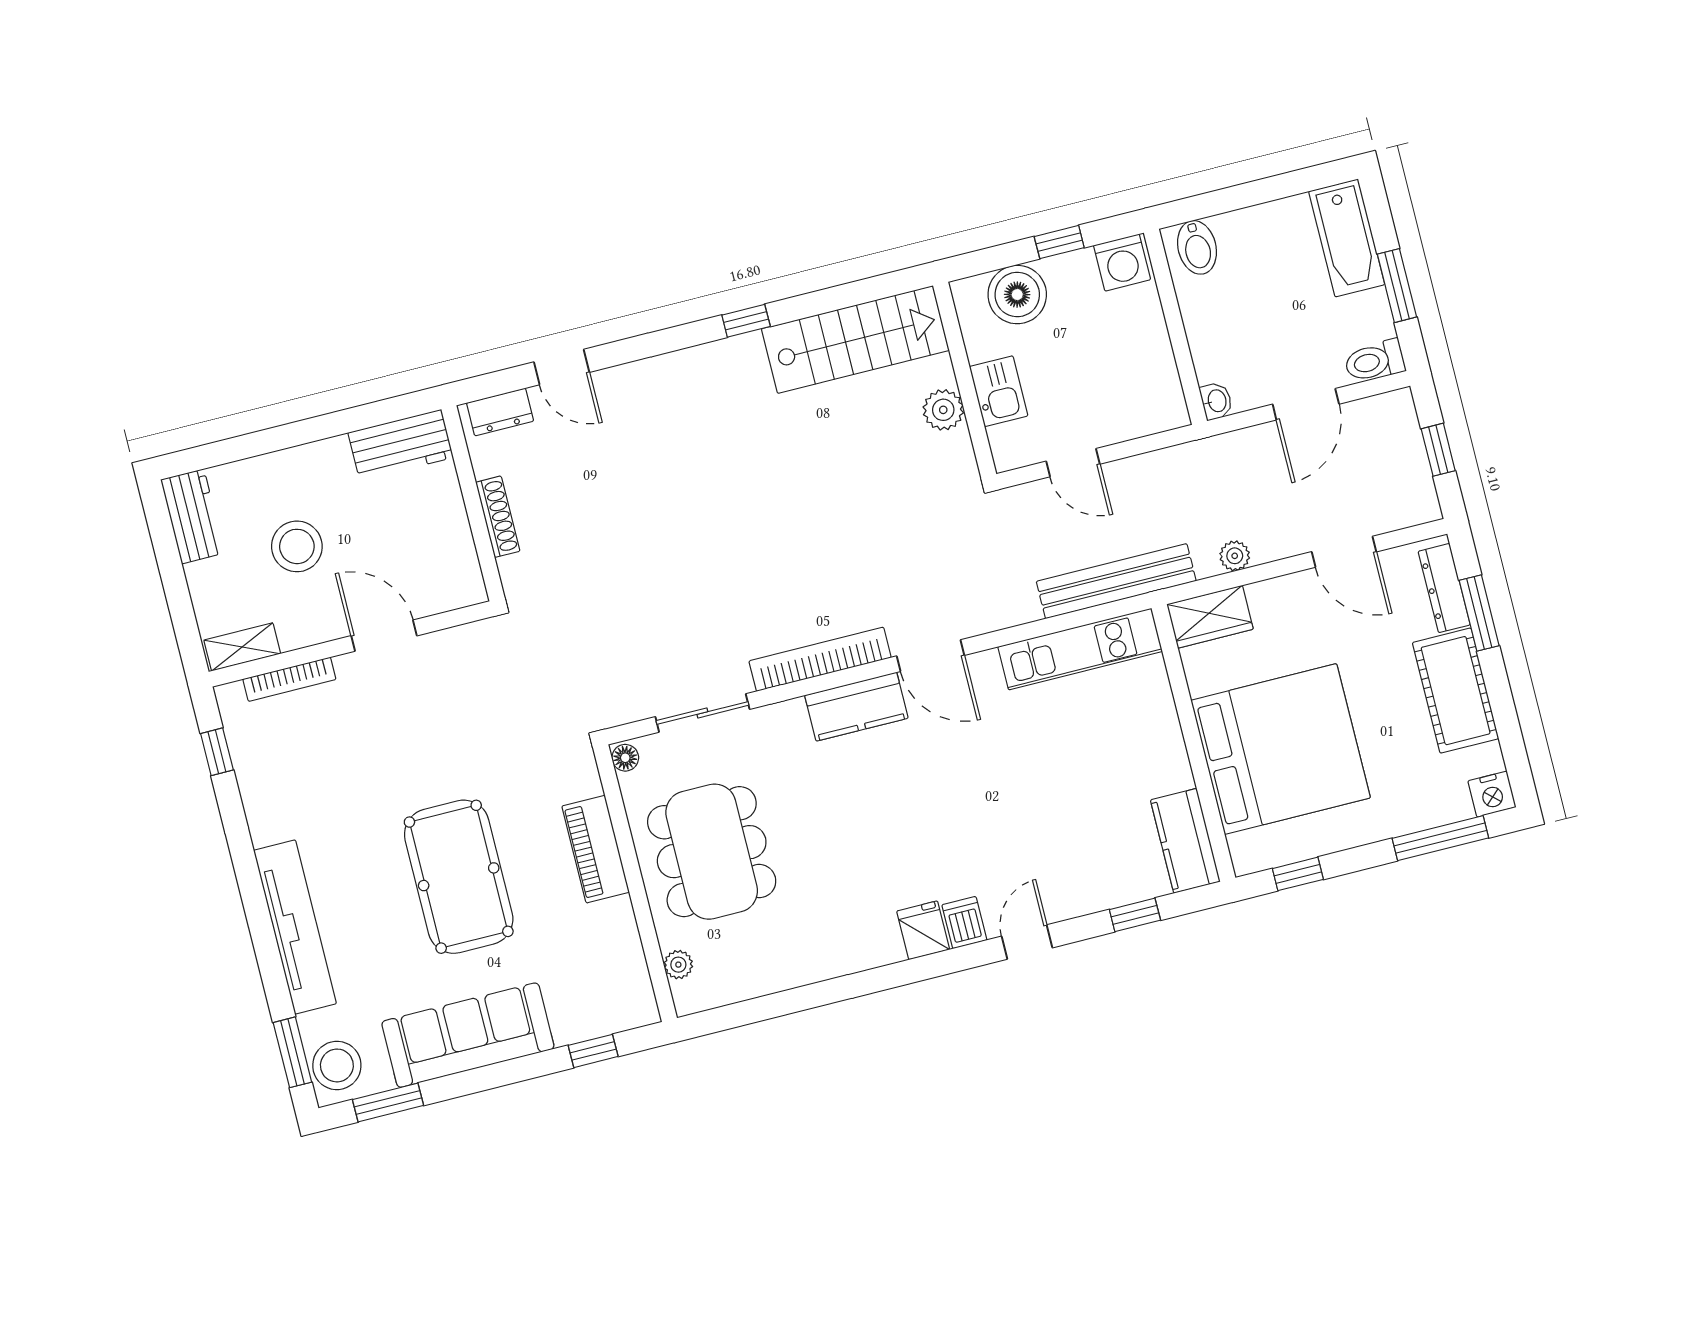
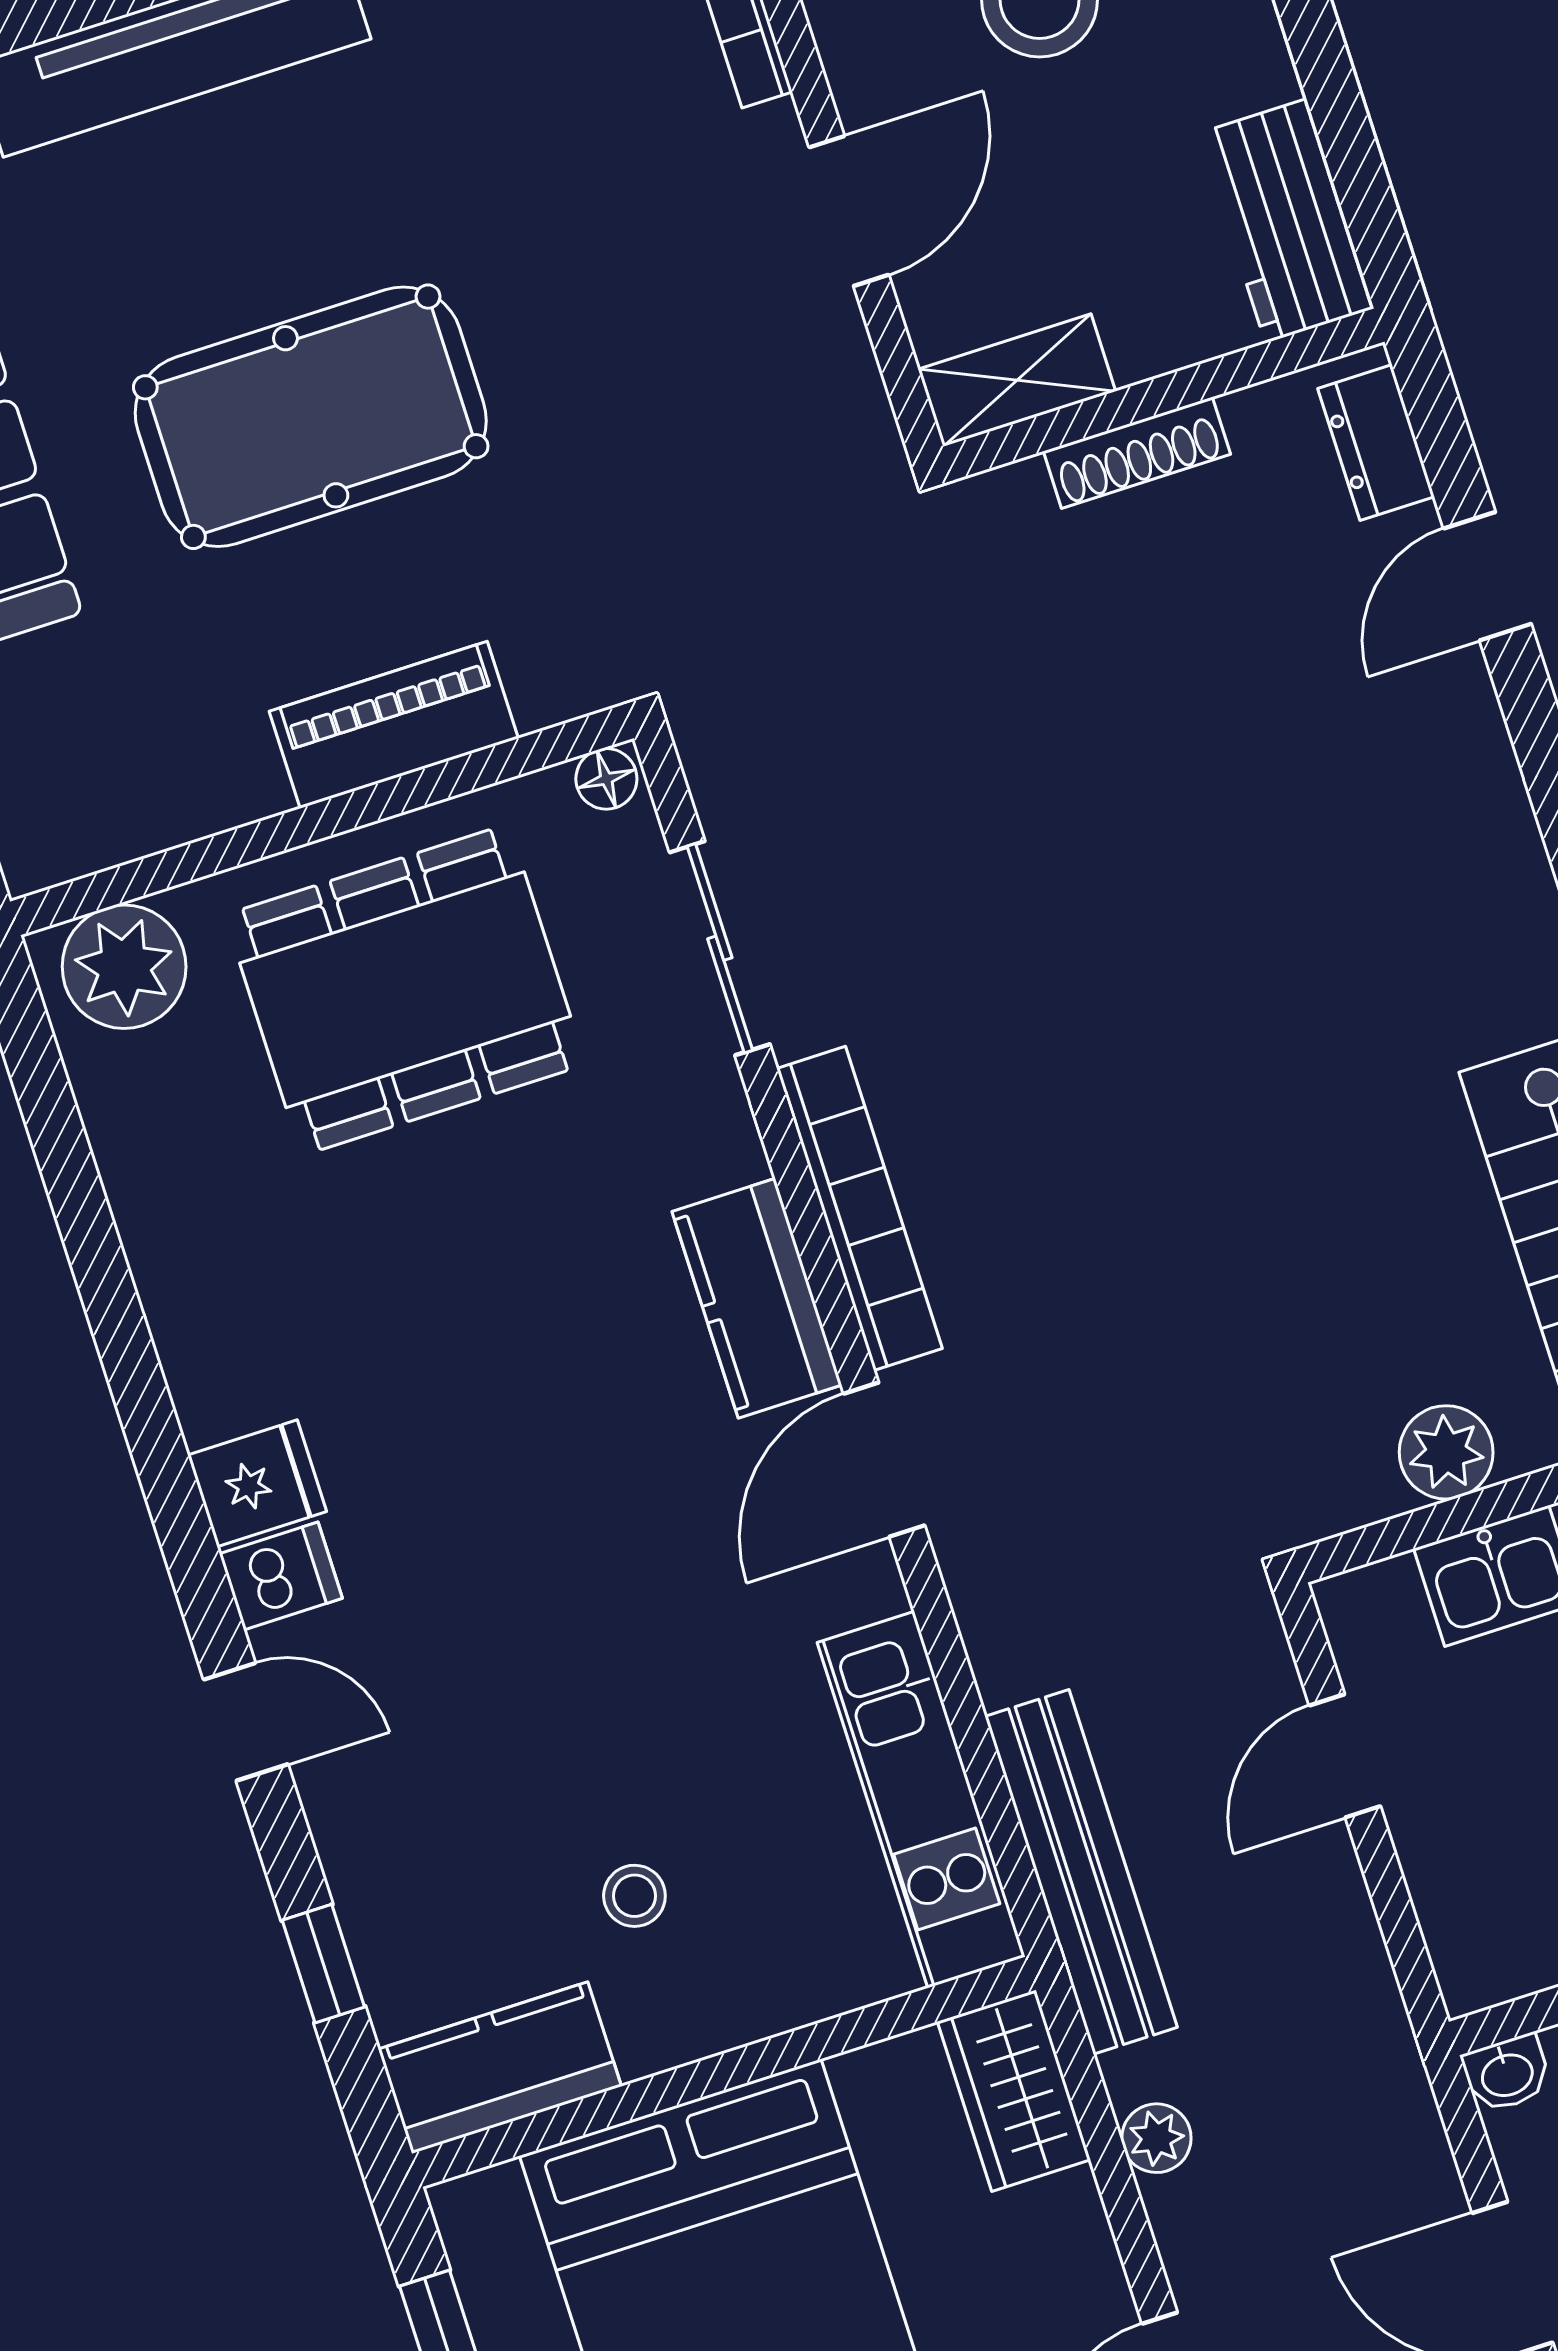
shelving: (463, 567) -> (1017, 380), added
stool: (1114, 777) -> (634, 1896), added
plant: (678, 965) -> (124, 967), width x1.88, depth x1.88

